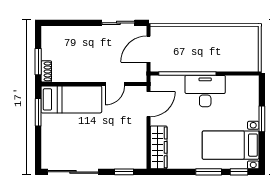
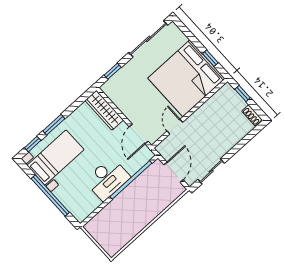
window: (38, 62) -> (243, 94), width x0.67
shoe rack: (46, 71) -> (252, 115), moved
bed: (71, 99) -> (186, 78), width x2.04
window: (38, 112) -> (210, 58), width x0.67
window: (262, 119) -> (50, 195), width x2.11

